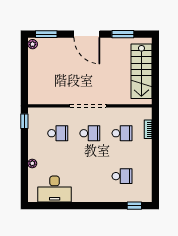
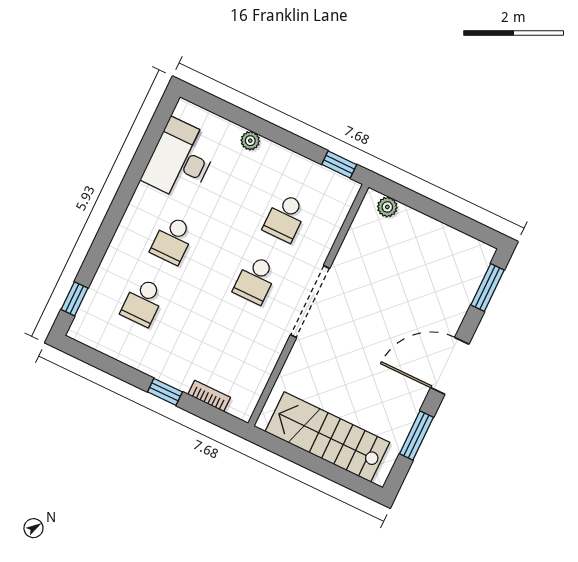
plant: (33, 44) -> (387, 207), moved
school desk: (122, 133) -> (173, 240), moved
window: (155, 149) -> (165, 392), added

